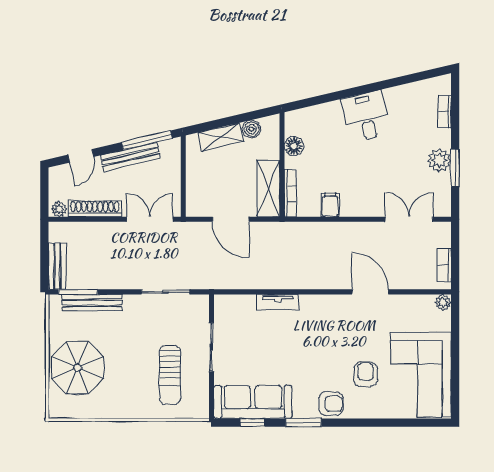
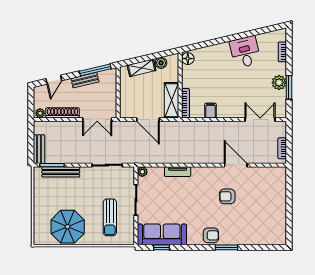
desk: (366, 116) -> (245, 52), moved
floor lamp: (294, 146) -> (188, 59), moved
bench: (130, 157) -> (85, 80), width x0.73
double door: (150, 219) -> (97, 120), swing flipped
plant: (443, 302) -> (142, 172), moved
parasol: (78, 368) -> (68, 227), moved
armchair: (365, 374) -> (227, 196), moved, turned -90
corner sofa: (421, 374) -> (267, 217), removed
window: (303, 423) -> (226, 247), moved

